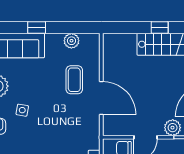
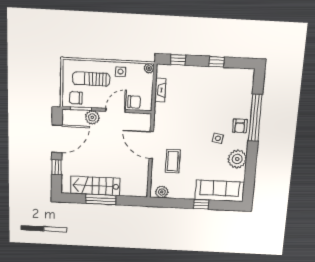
window: (160, 27) -> (101, 199), width x2.17
plant: (71, 41) -> (162, 192), moved

